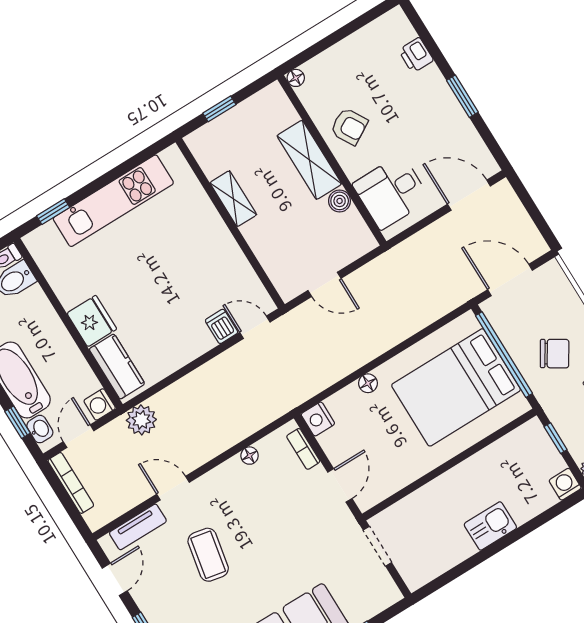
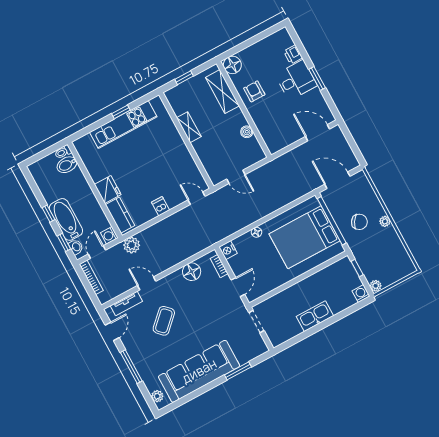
floor lamp: (296, 78) -> (232, 65), width x1.89, depth x1.89
armchair: (349, 126) -> (254, 91), turned -150
shelving: (309, 160) -> (222, 92), moved
desk: (391, 192) -> (296, 80), moved, turned 180
window: (53, 212) -> (121, 112), moved
dishwasher: (222, 326) -> (161, 206), moved
floor lamp: (250, 456) -> (192, 272), width x1.89, depth x1.89
kitchen sink: (490, 526) -> (315, 316), width x1.38
coffee table: (208, 555) -> (164, 321), turned 35

